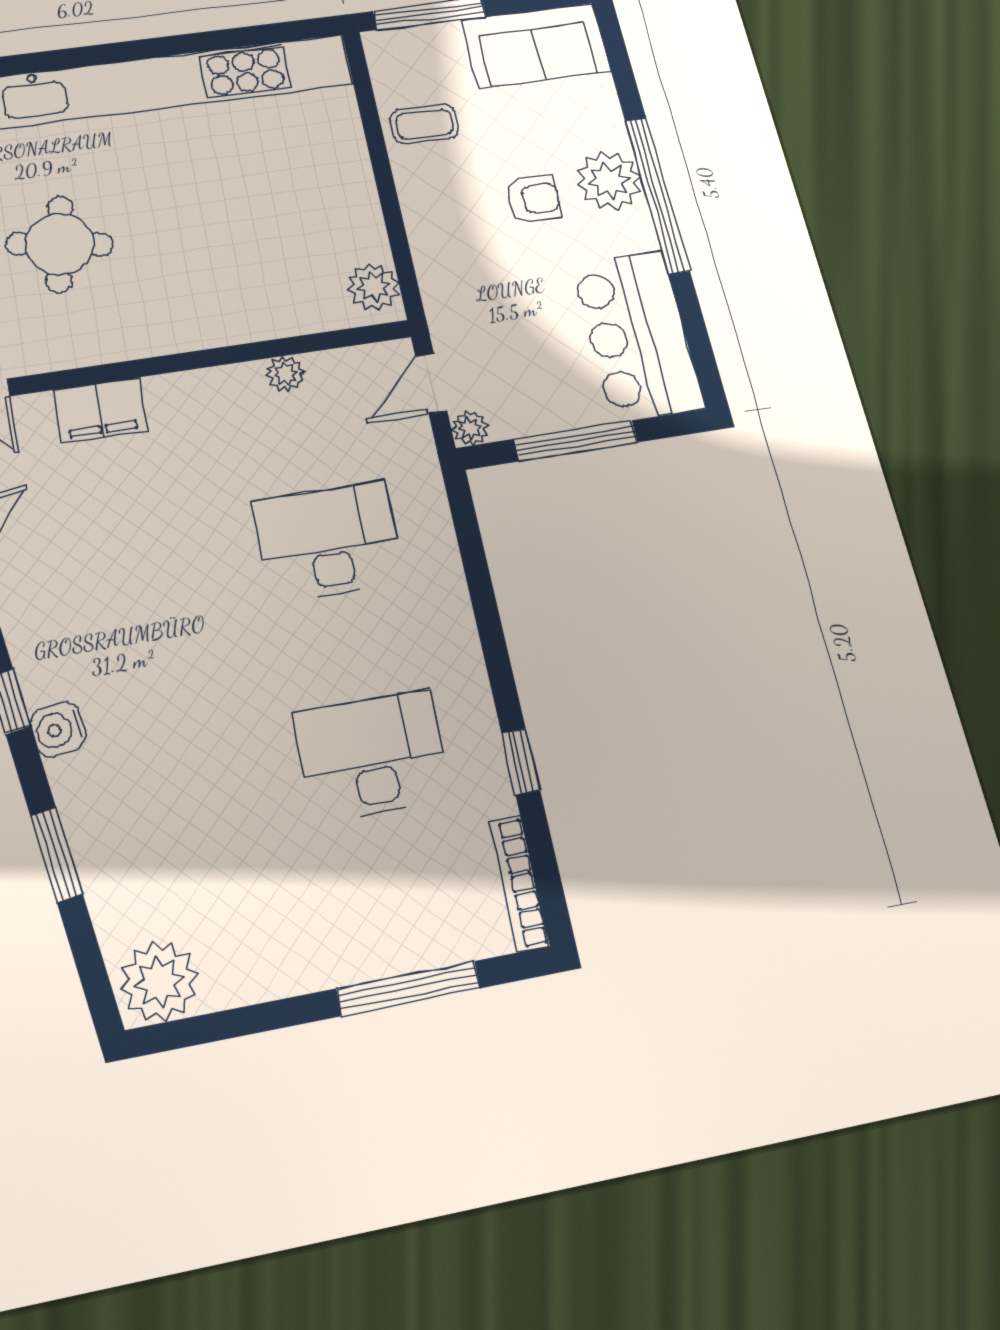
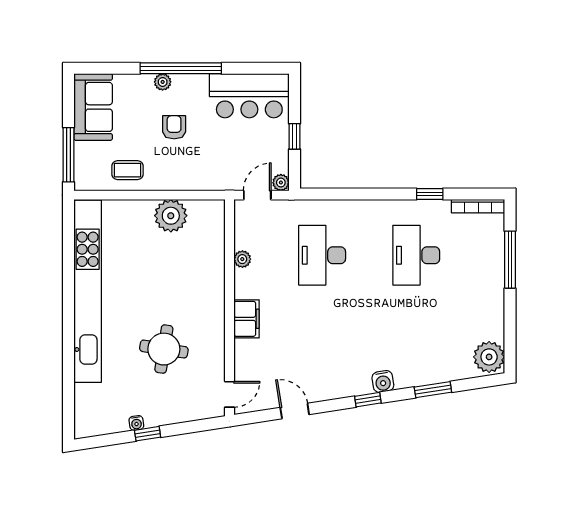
coffee table: (424, 124) -> (127, 170), turned 90
plant: (609, 181) -> (163, 82), width x0.53, depth x0.53
plant: (373, 287) -> (171, 216), moved, width x1.36, depth x1.36
door: (431, 383) -> (257, 195), swing flipped
filing cabinet: (100, 410) -> (246, 319), moved
window: (576, 441) -> (295, 136), width x0.46

